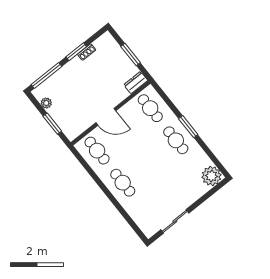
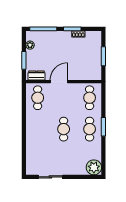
dresser: (136, 83) -> (37, 76), moved
door: (106, 117) -> (59, 82), swing flipped
cafe table: (123, 183) -> (64, 129), moved

